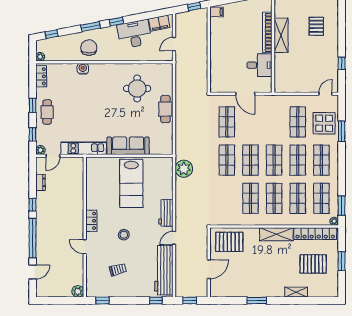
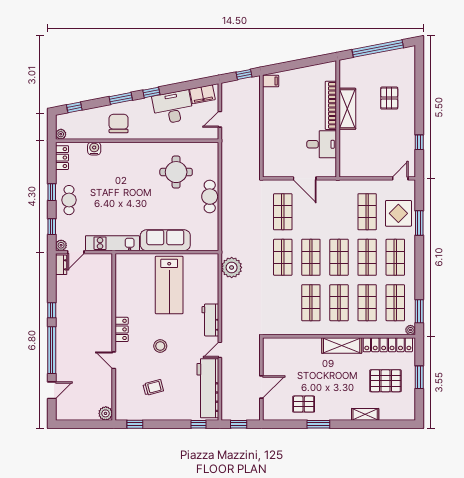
water cooler: (83, 69) -> (94, 149), moved
dresser: (40, 182) -> (61, 265), moved
pallet: (229, 242) -> (304, 404), moved, width x0.67, depth x0.71

